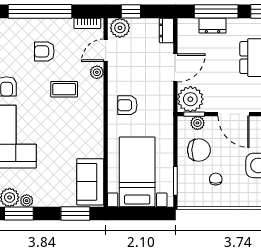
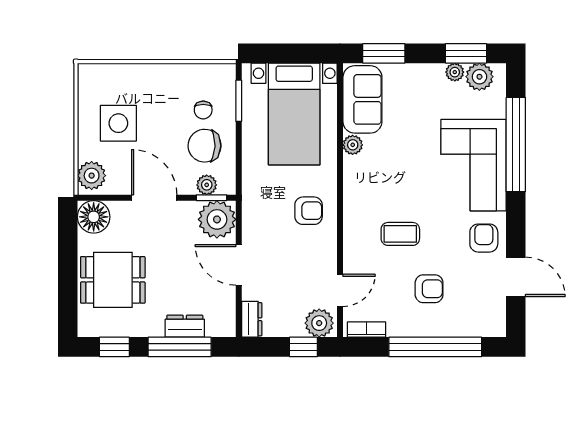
door: (175, 68) -> (239, 265), hinge flipped
plant: (97, 72) -> (353, 145), moved
chair: (216, 179) -> (203, 110), moved

